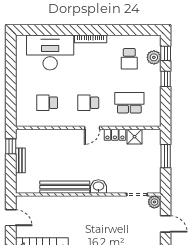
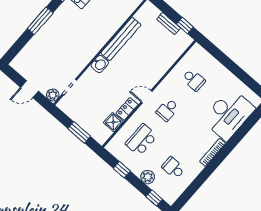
plant: (154, 57) -> (148, 177), moved
window: (166, 79) -> (122, 170), moved
school desk: (47, 103) -> (194, 80), turned 90
school desk: (88, 103) -> (167, 110), turned 180
school desk: (129, 103) -> (141, 140), turned 180
door: (92, 128) -> (147, 97), hinge flipped

